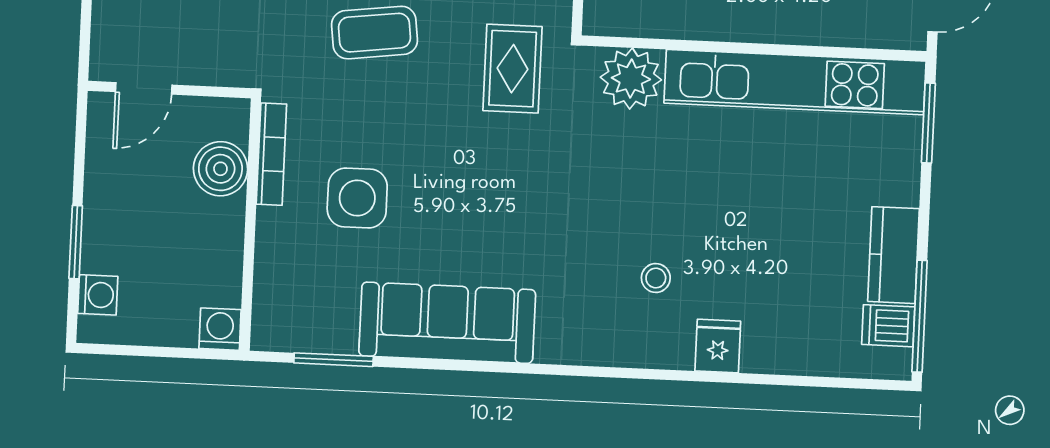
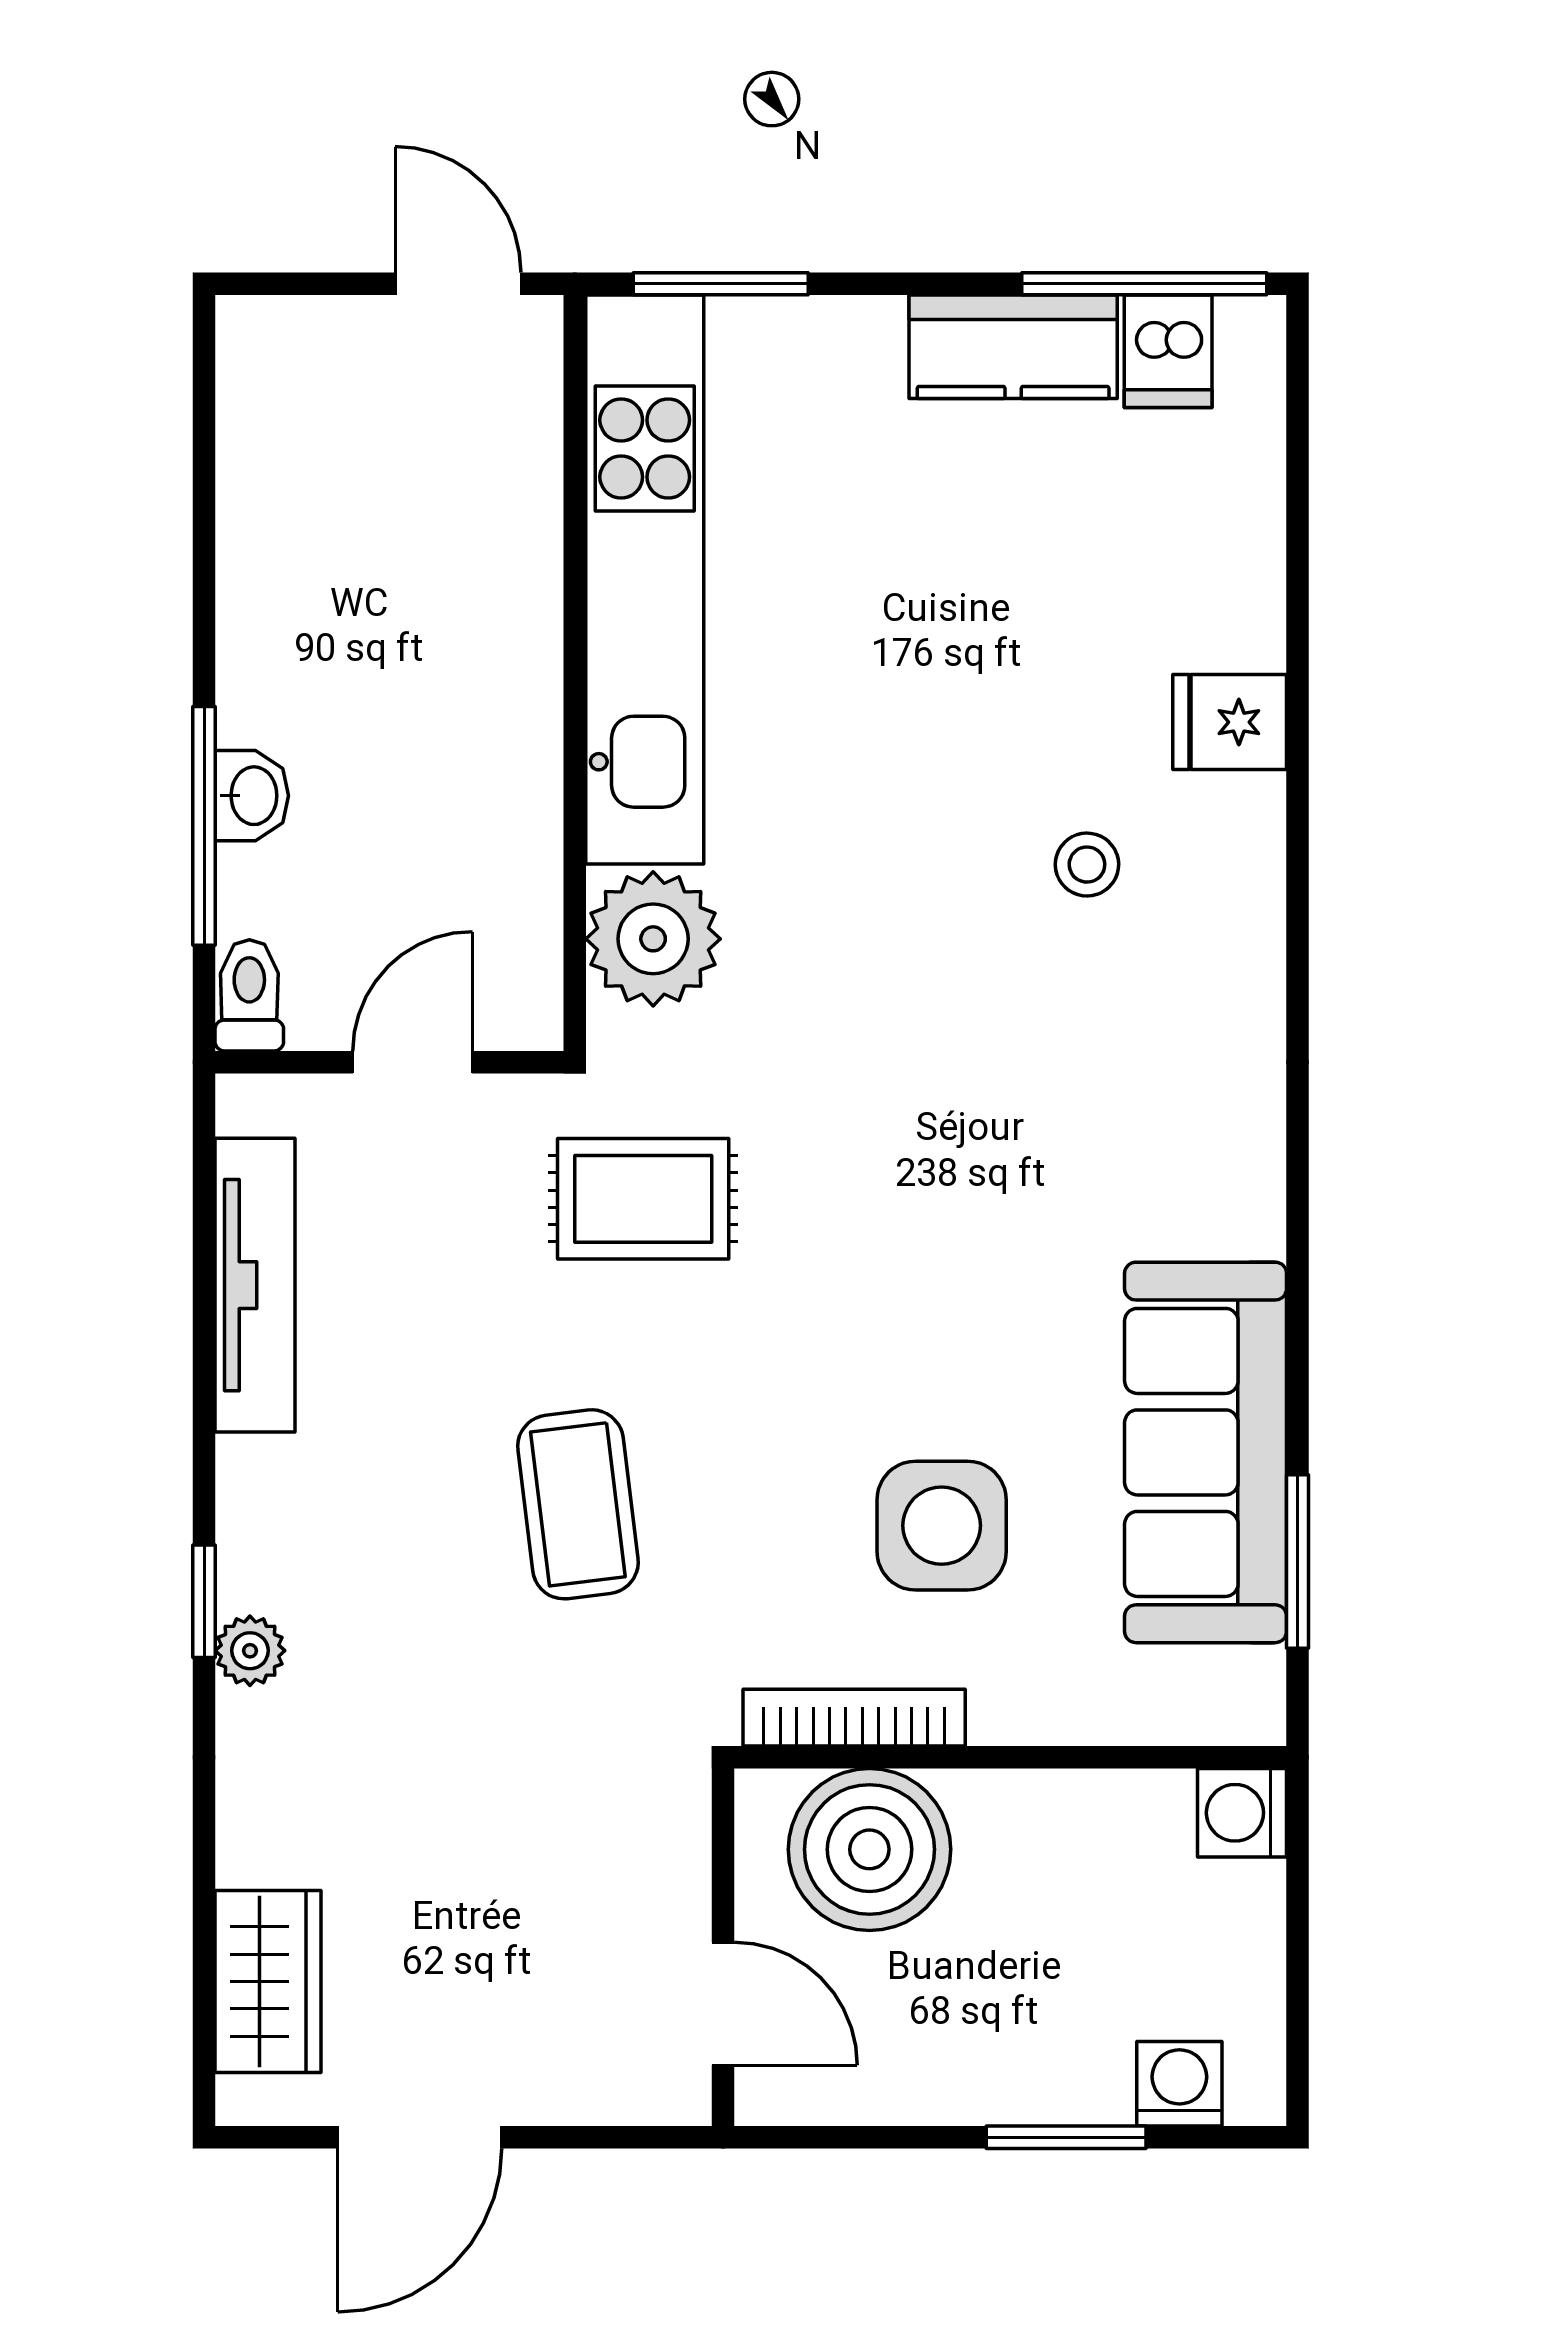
boiler: (220, 169) -> (869, 1849), width x1.37, depth x1.37
sofa: (447, 323) -> (1206, 1452), moved

